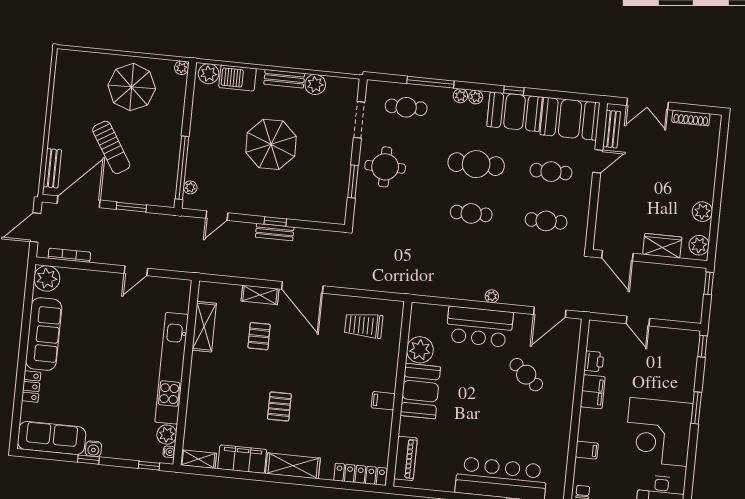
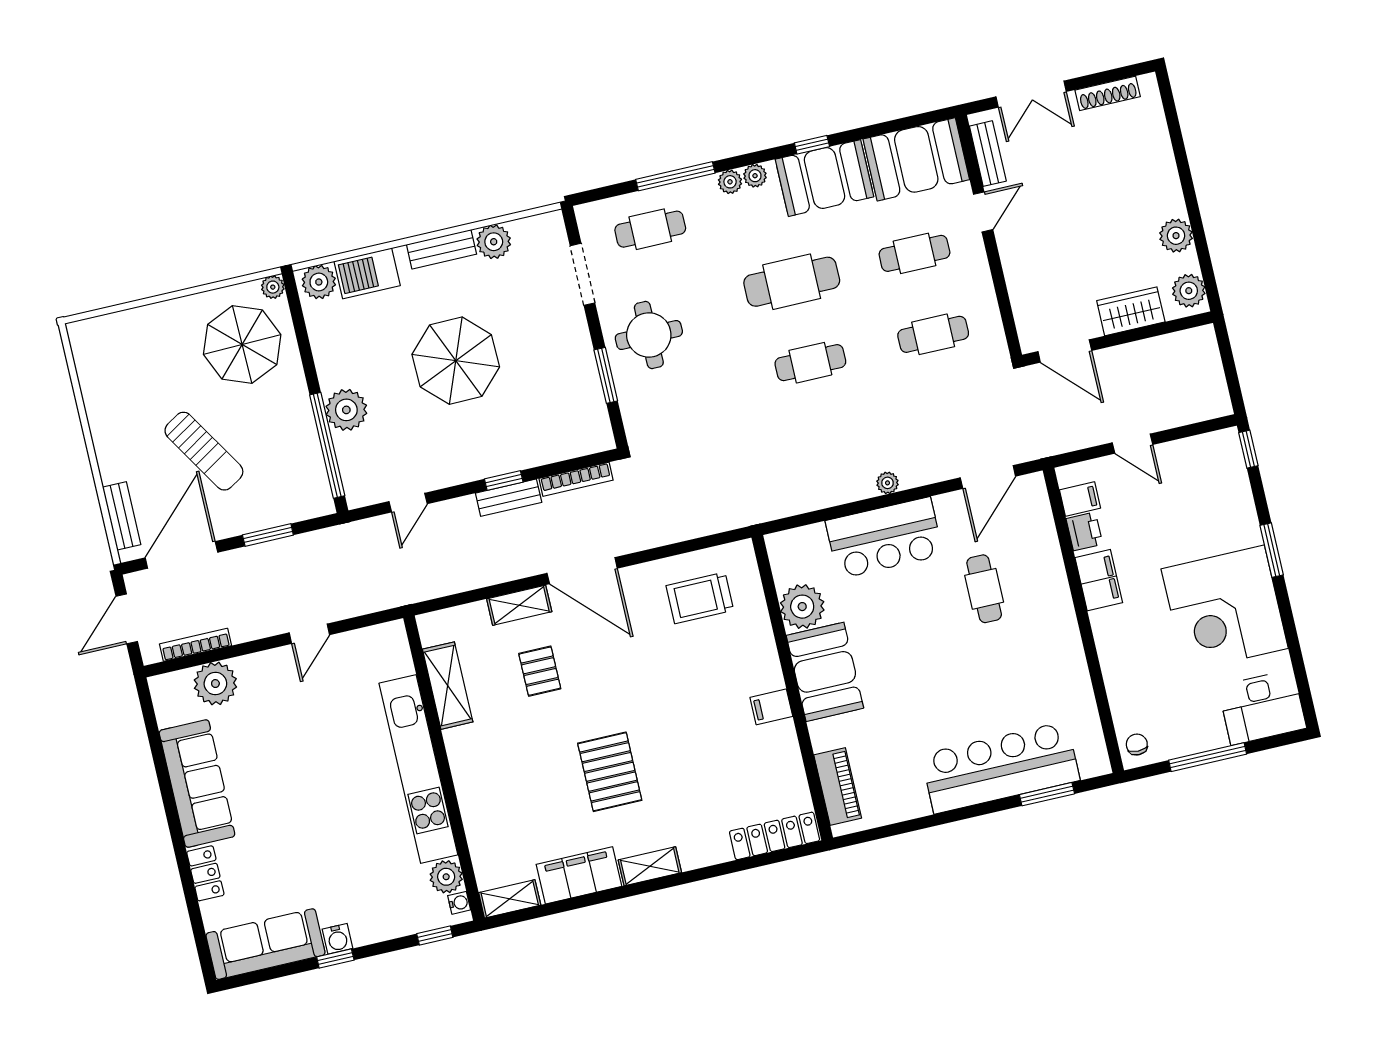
parasol: (132, 87) -> (242, 345), moved
plant: (190, 187) -> (346, 410), moved, width x1.88, depth x1.88
bookcase: (316, 235) -> (576, 479), added
plant: (47, 278) -> (215, 684), moved
window: (709, 283) -> (1225, 346), removed
cafe table: (526, 375) -> (984, 589), turned 50
pallet: (279, 406) -> (610, 772), width x1.50, depth x1.42
filing cabinet: (587, 450) -> (1080, 499), moved
shelving: (293, 466) -> (650, 866), width x0.67, depth x0.75

